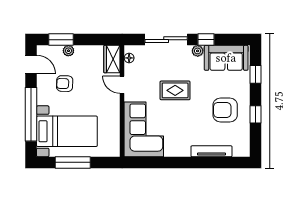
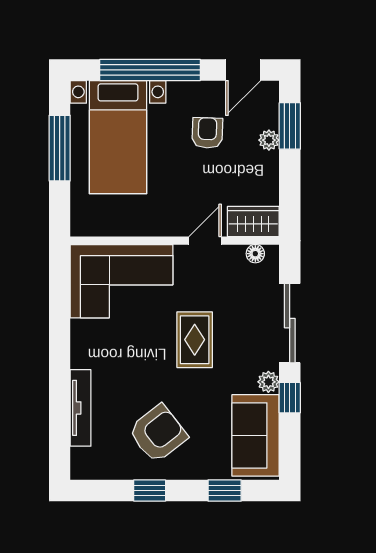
armchair: (225, 110) -> (158, 434), turned 52

